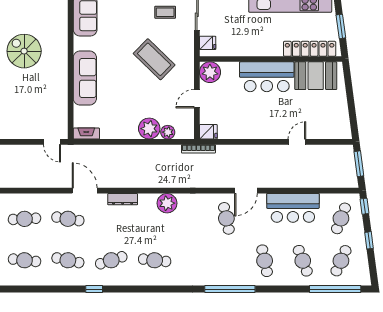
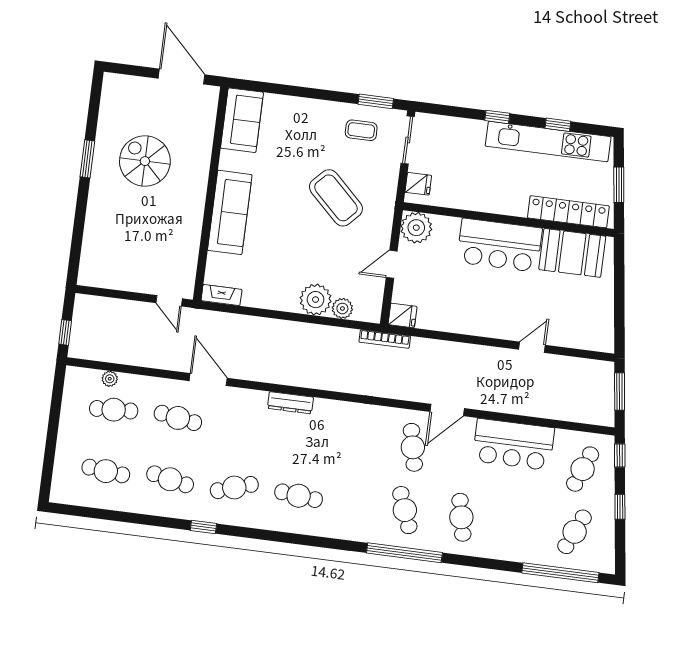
dresser: (123, 199) -> (290, 403), moved
plant: (167, 203) -> (110, 379), moved, width x0.53, depth x0.53
cafe table: (303, 261) -> (405, 510), moved

